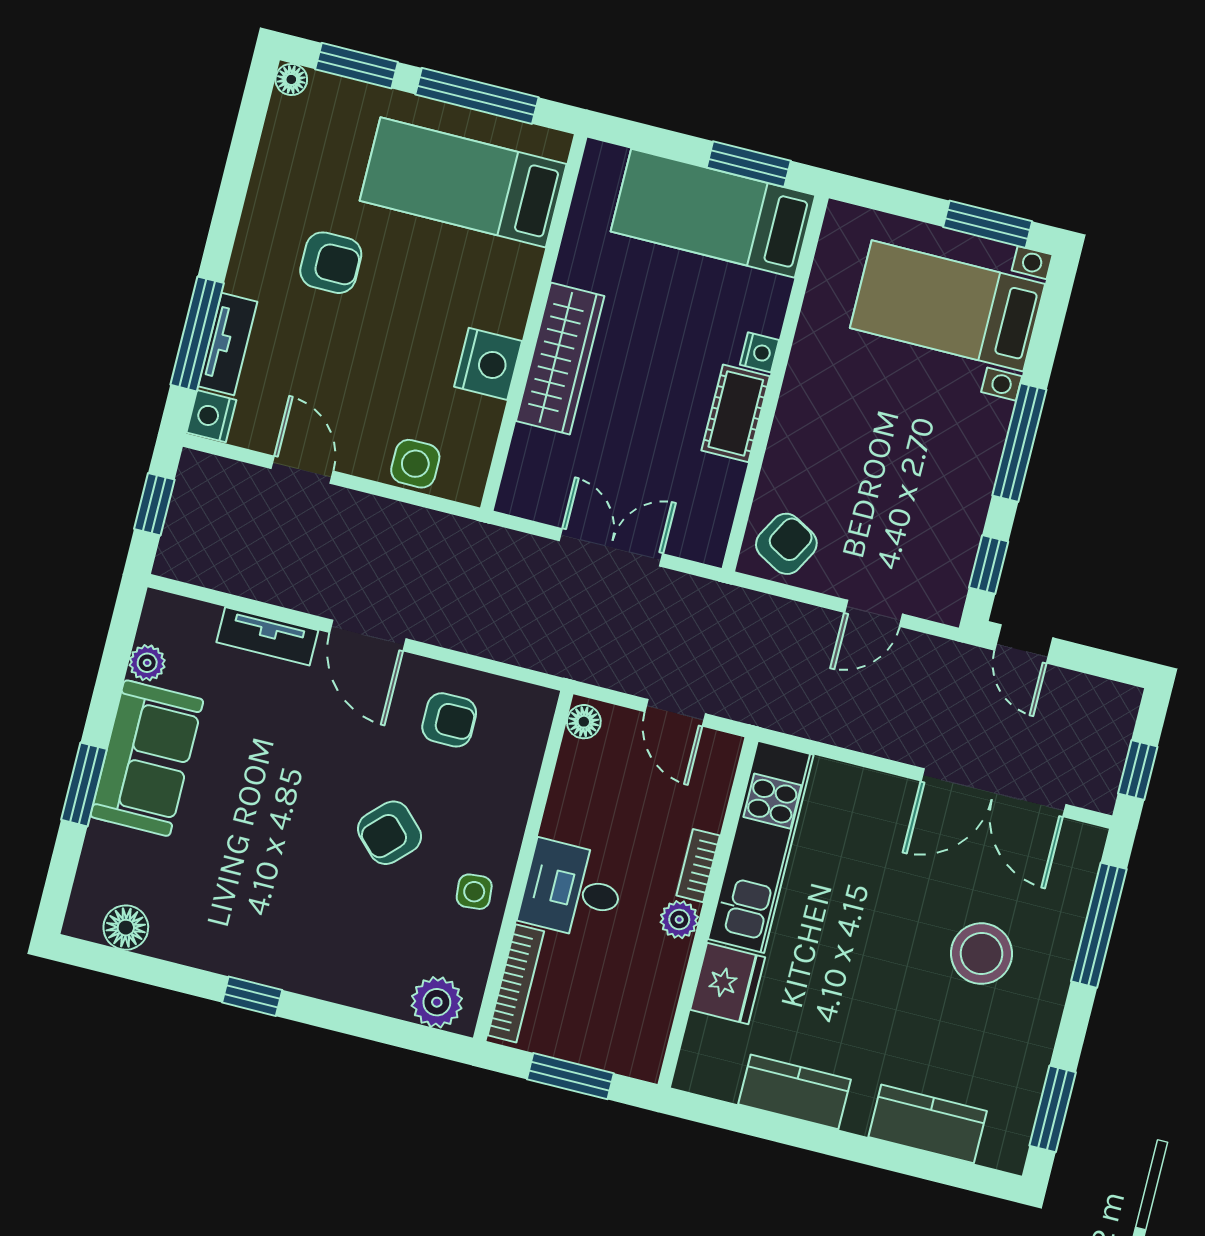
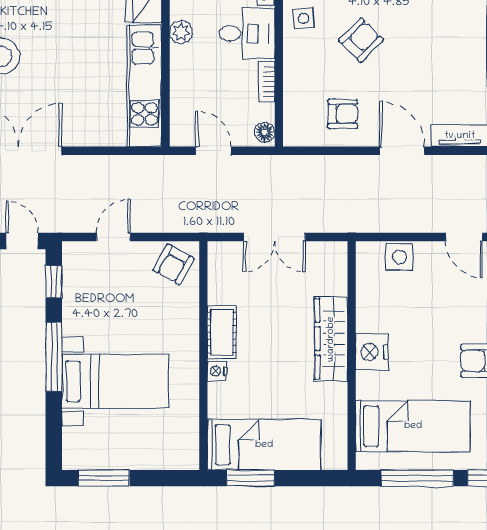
bed with nightstands: (948, 306) -> (115, 381), moved
nightstand: (488, 364) -> (372, 352), moved
armchair: (449, 720) -> (343, 114), turned 180
bookcase: (698, 866) -> (267, 82), moved, turned 180

